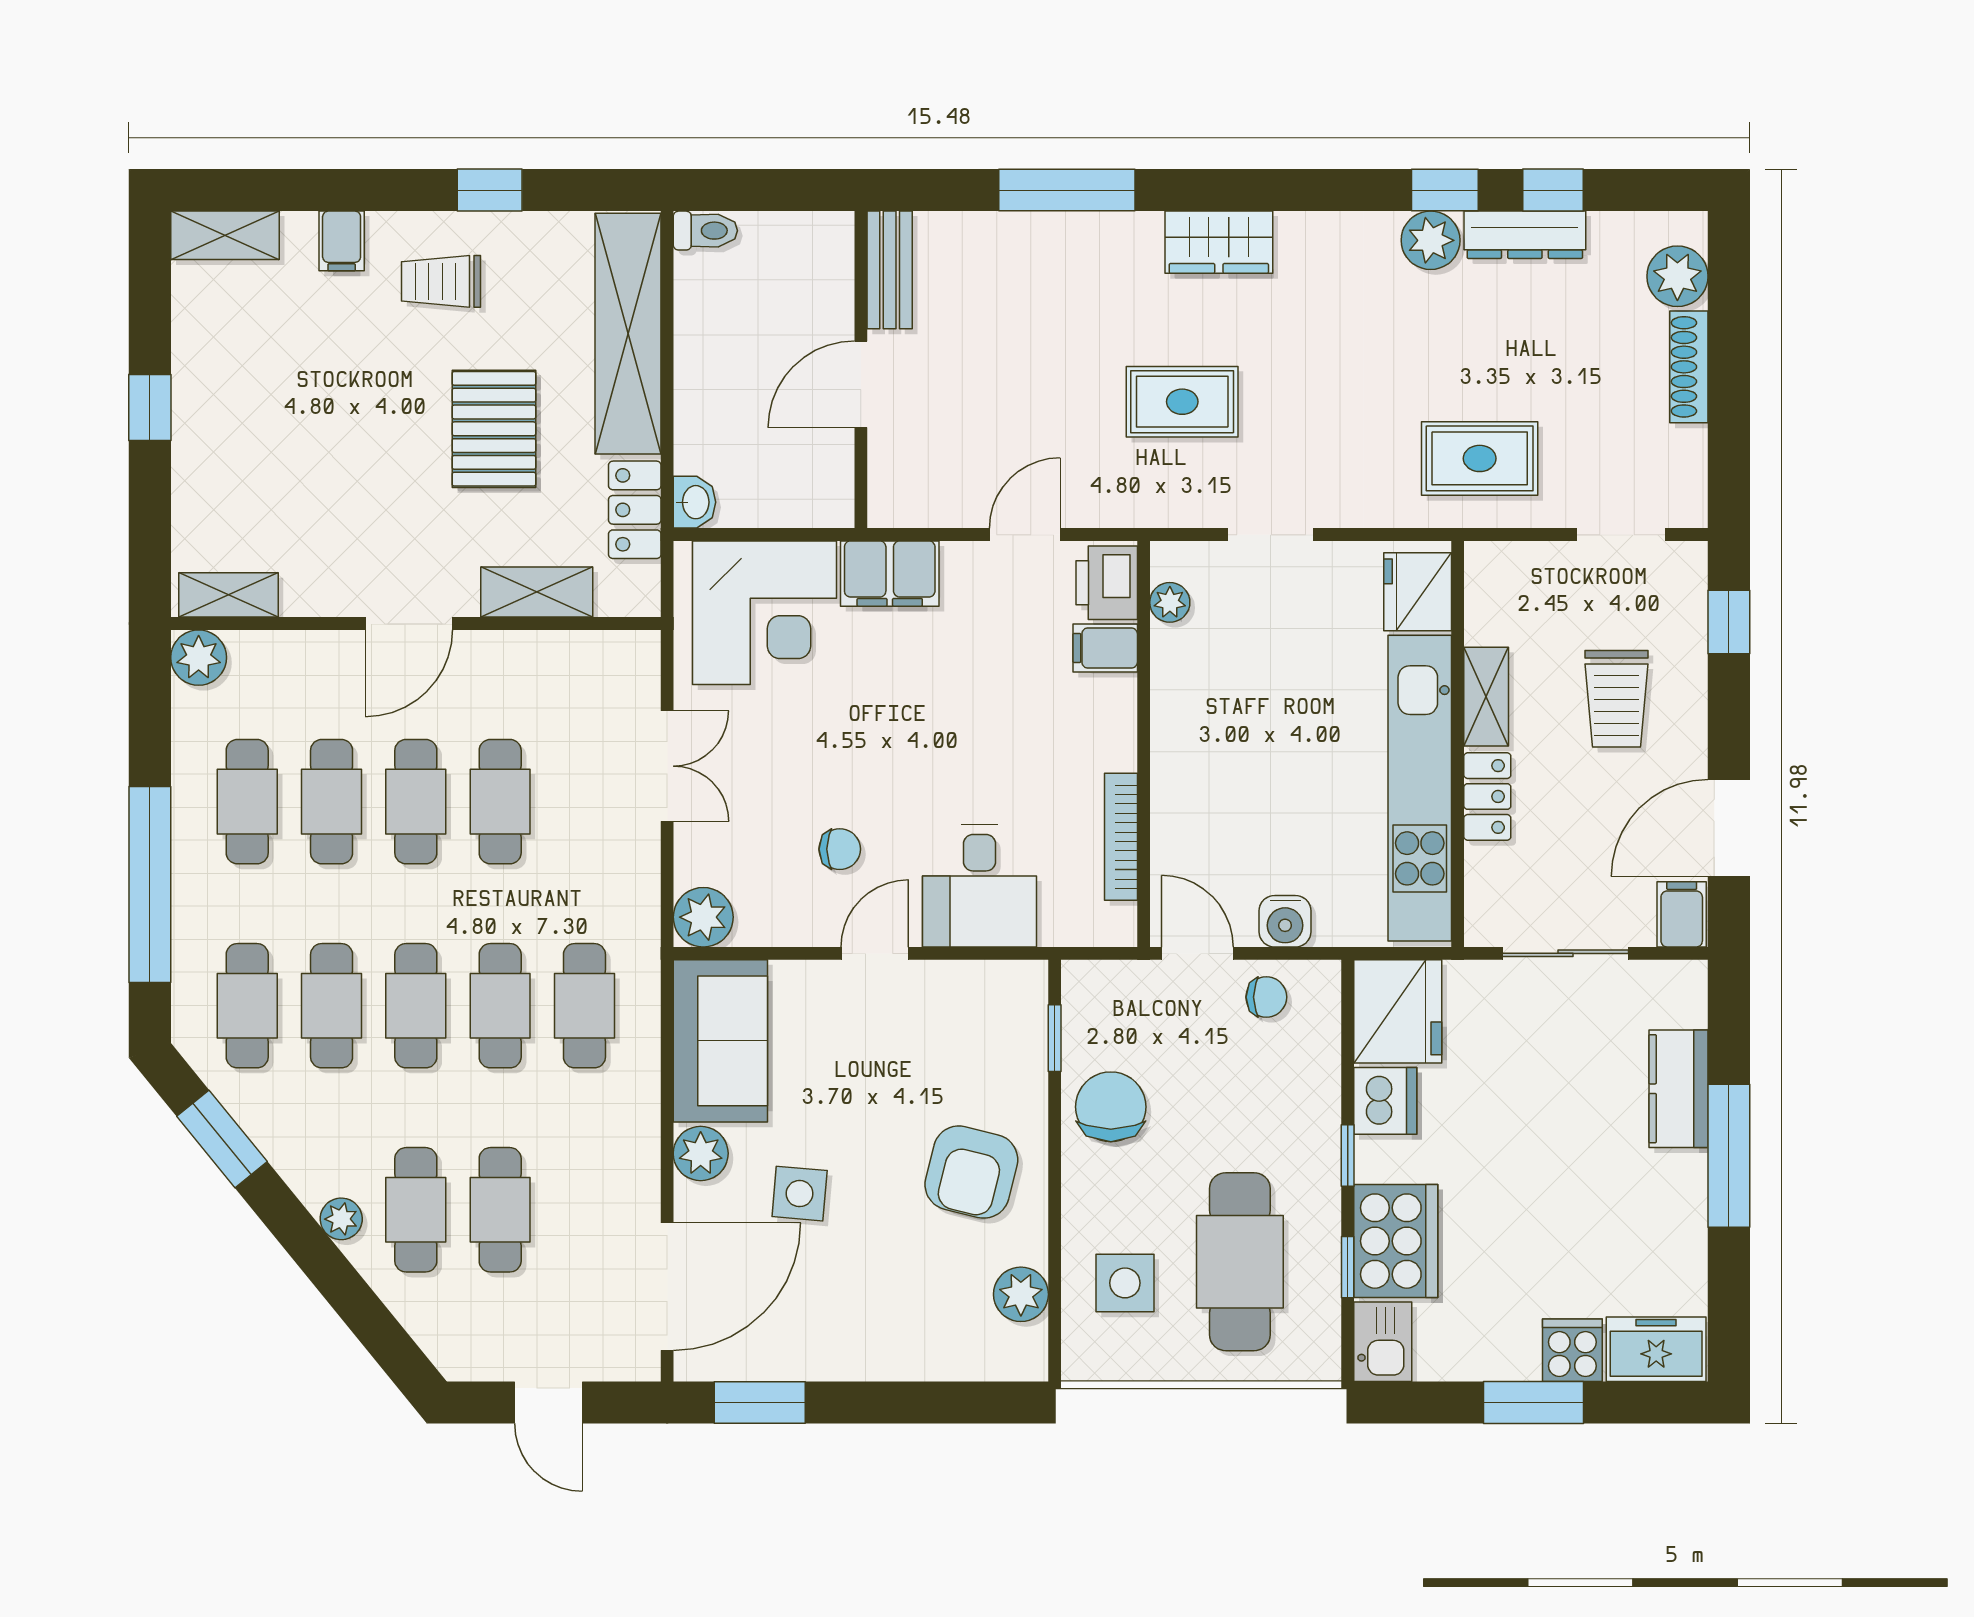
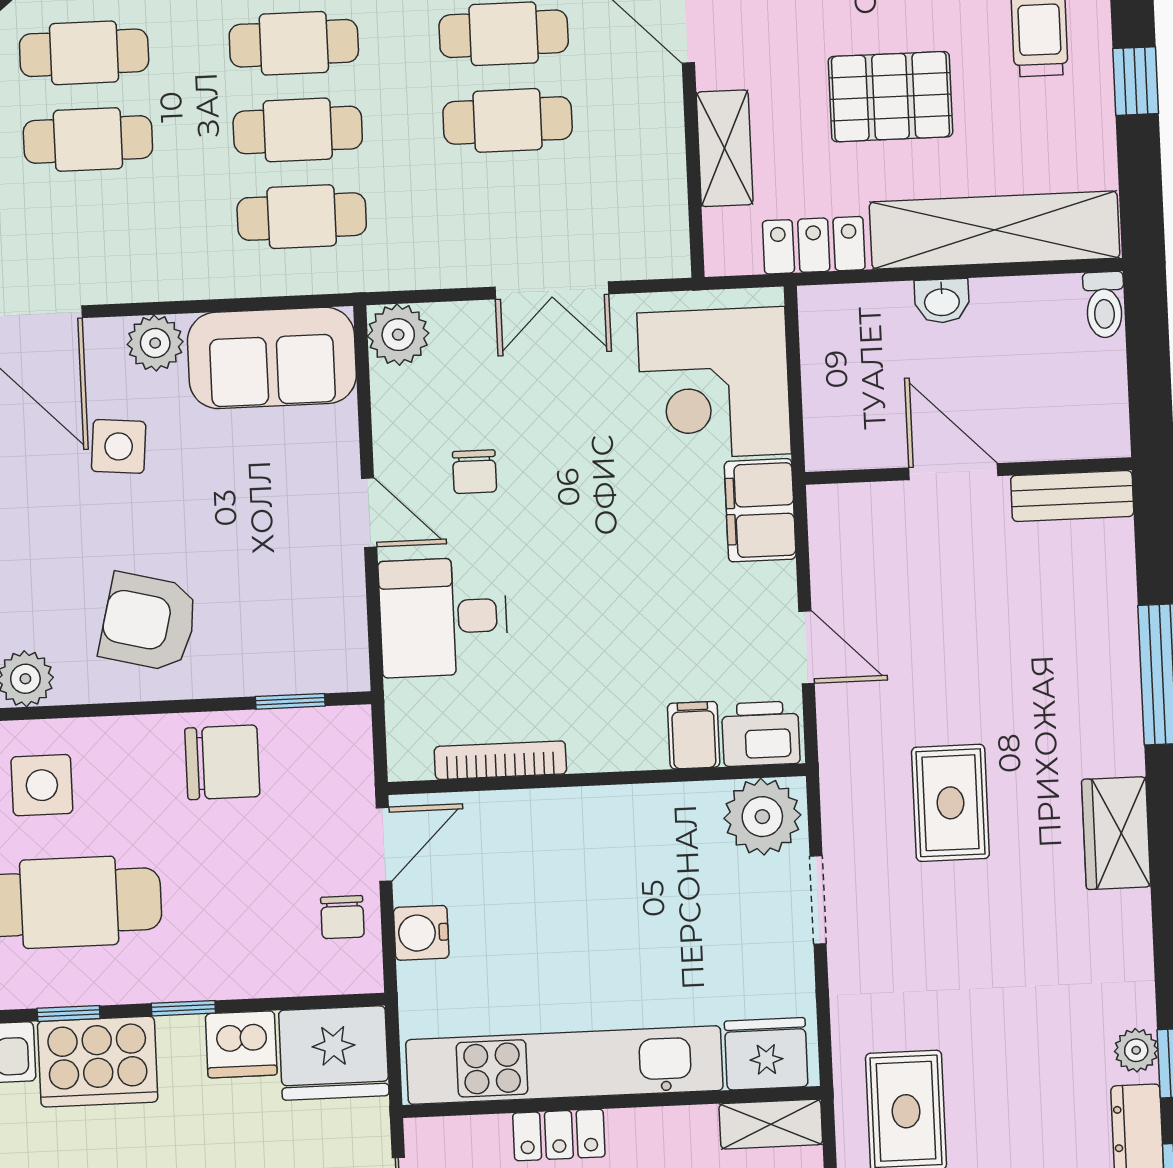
plant: (1431, 240) -> (1136, 1050), width x0.73, depth x0.73
washbasin: (695, 502) -> (942, 301), moved
plant: (1170, 602) -> (762, 817), width x1.88, depth x1.88
shelving: (1486, 697) -> (771, 1124), moved

